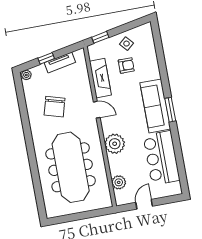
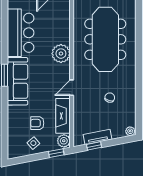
window: (46, 58) -> (94, 146), moved
chair: (55, 107) -> (110, 98), width x0.54, depth x0.54
door: (97, 110) -> (72, 88), hinge flipped
plant: (119, 182) -> (64, 141), moved

